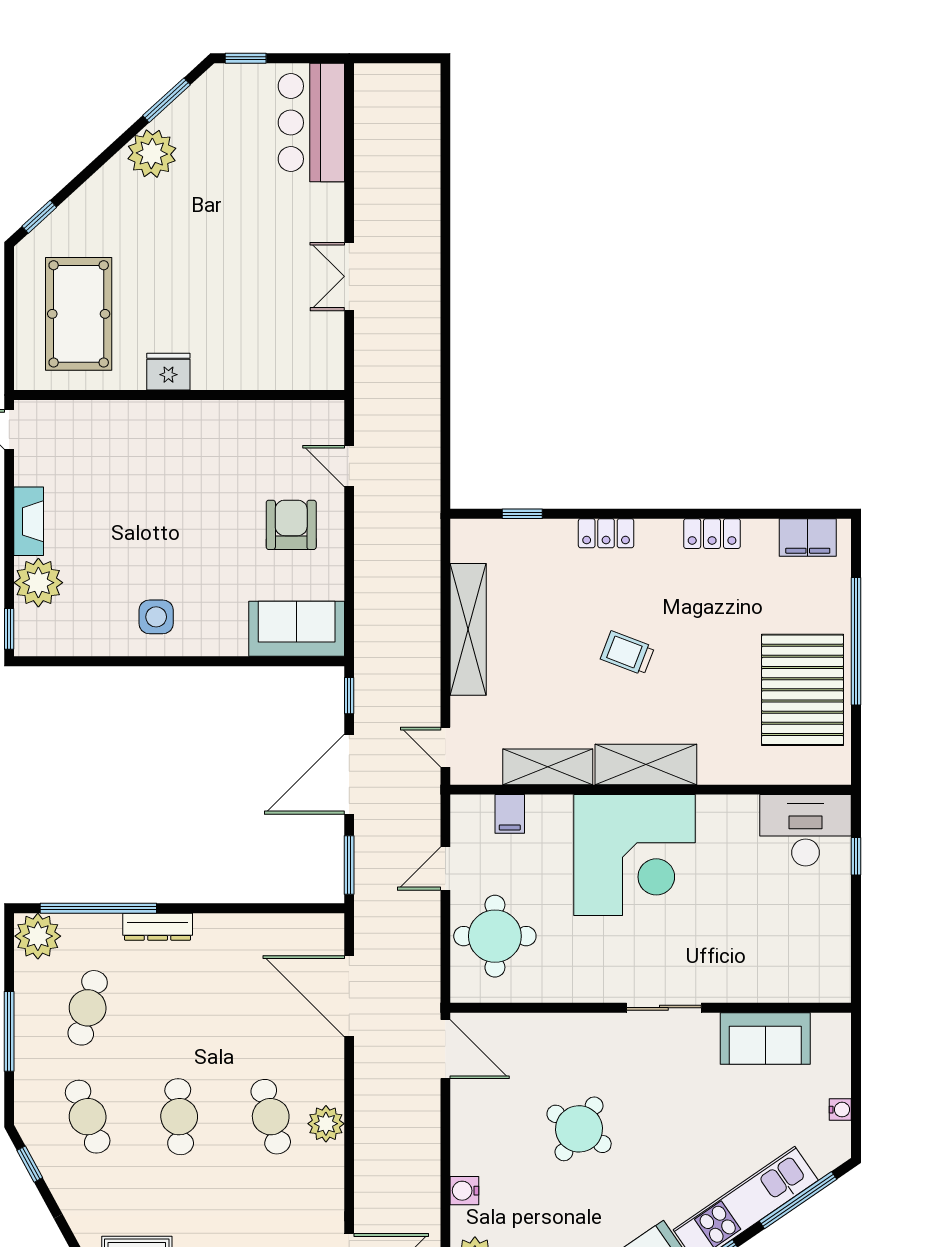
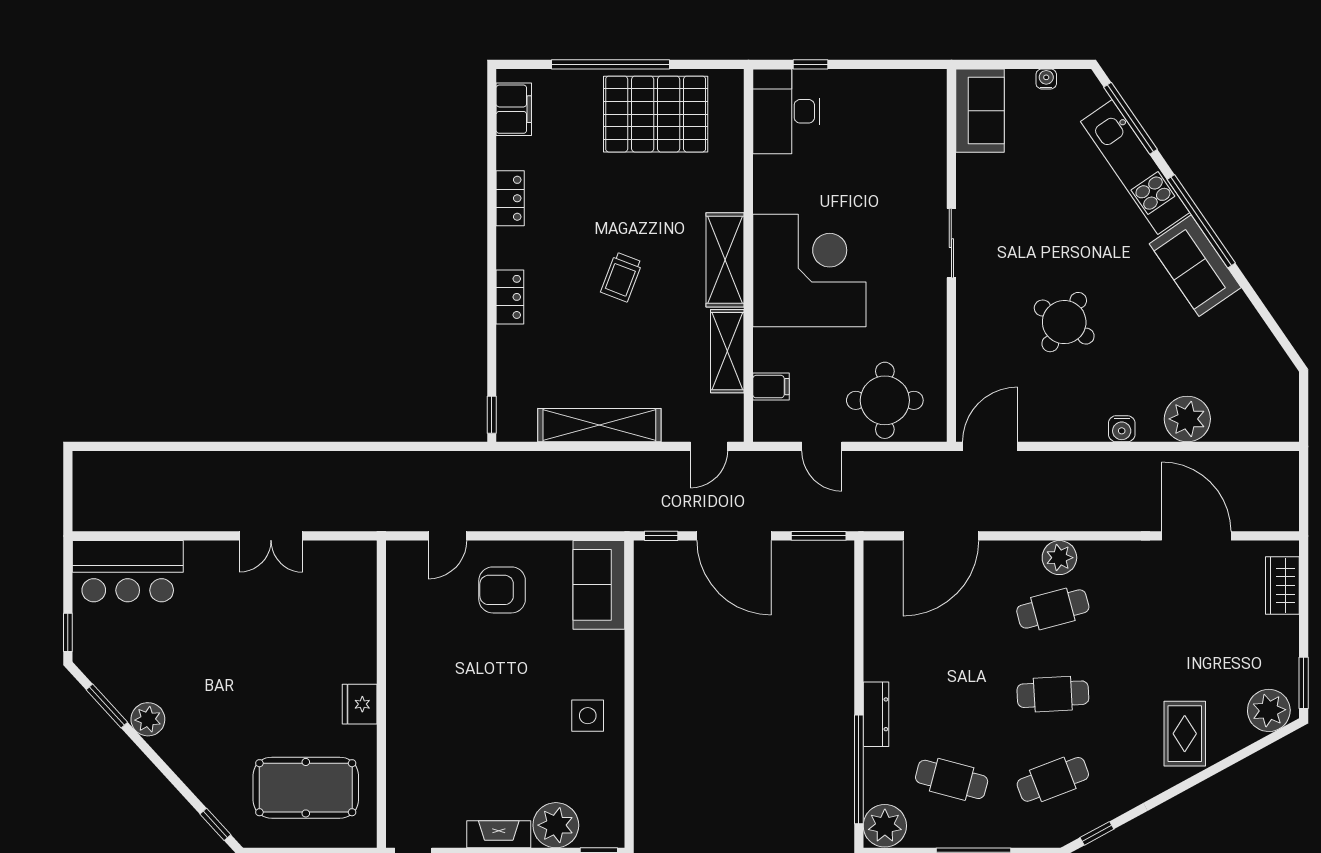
plant: (152, 154) -> (148, 719), width x0.73, depth x0.73
window: (522, 514) -> (492, 415), moved
sofa: (765, 1038) -> (980, 111), moved

